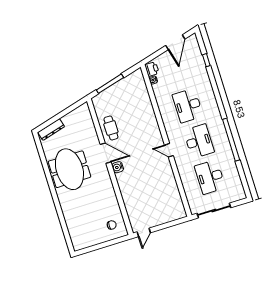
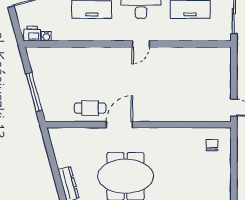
water cooler: (118, 167) -> (142, 115), removed

